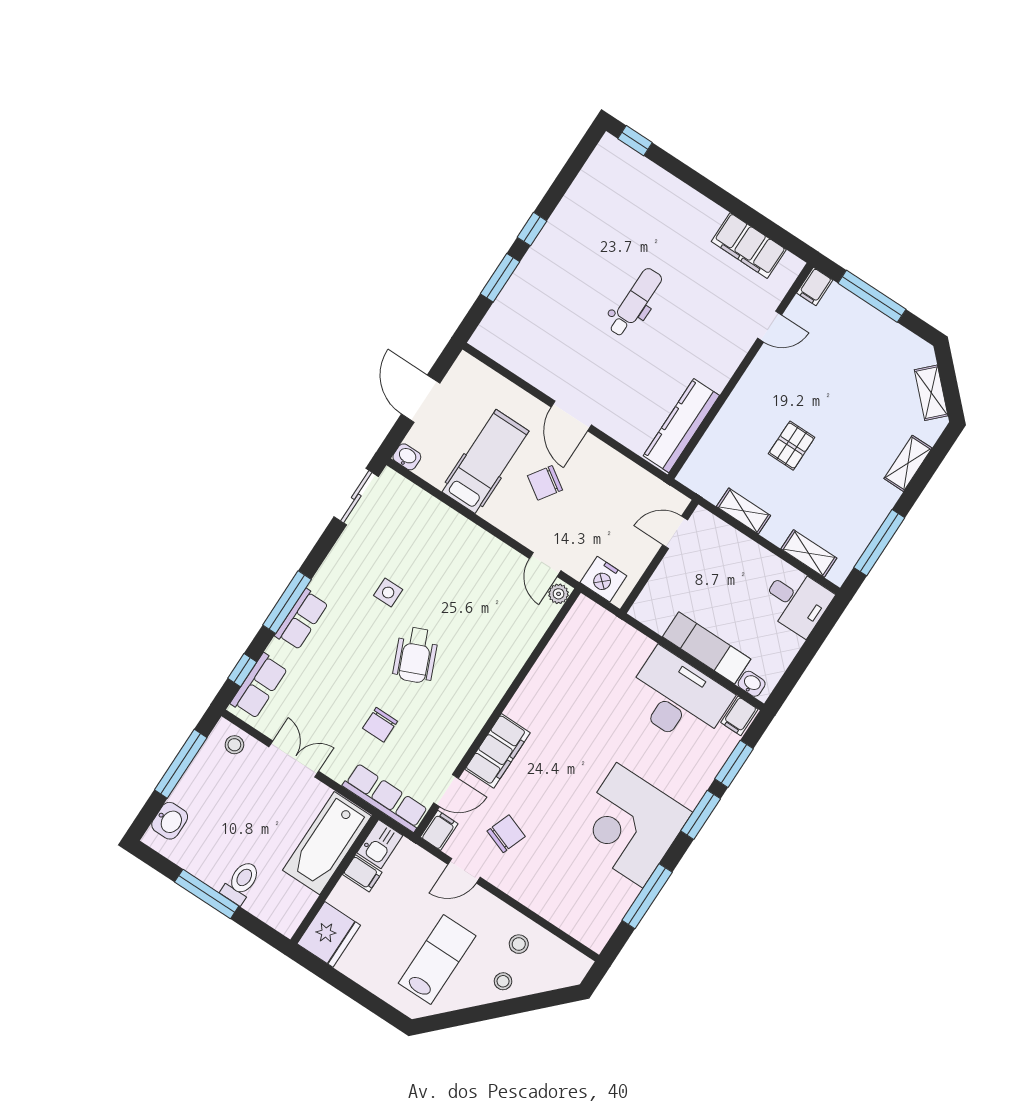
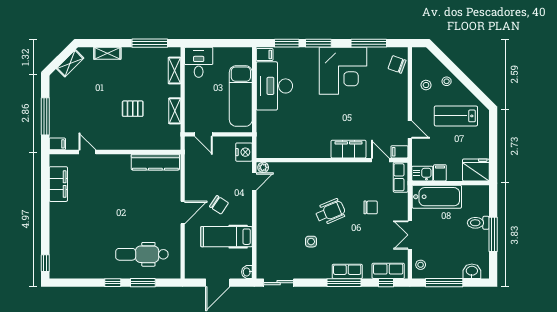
dental chair: (635, 302) -> (142, 254), moved, width x1.36, depth x1.38
exam couch: (707, 648) -> (241, 96), width x1.36, depth x1.45
washbasin: (752, 684) -> (247, 58), removed
row of seats: (385, 798) -> (401, 177), width x0.68
chair: (506, 834) -> (397, 64), moved

